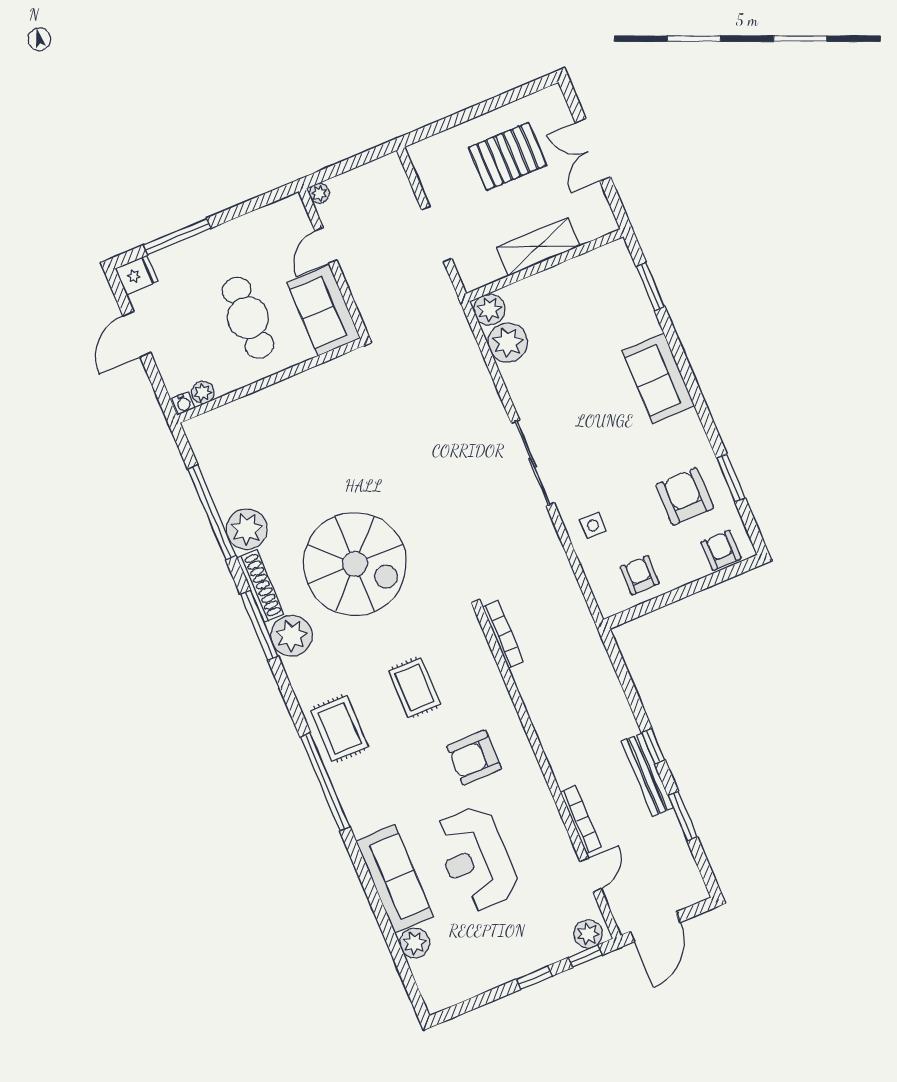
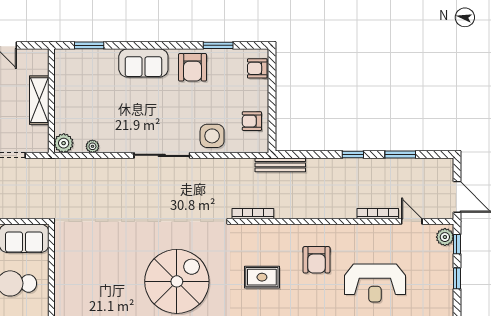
plant: (508, 342) -> (92, 146), width x0.53, depth x0.53
armchair: (685, 496) -> (193, 67), moved, turned -90
side table: (593, 525) -> (212, 136), width x1.87, depth x1.87
bench: (647, 775) -> (280, 165), moved

